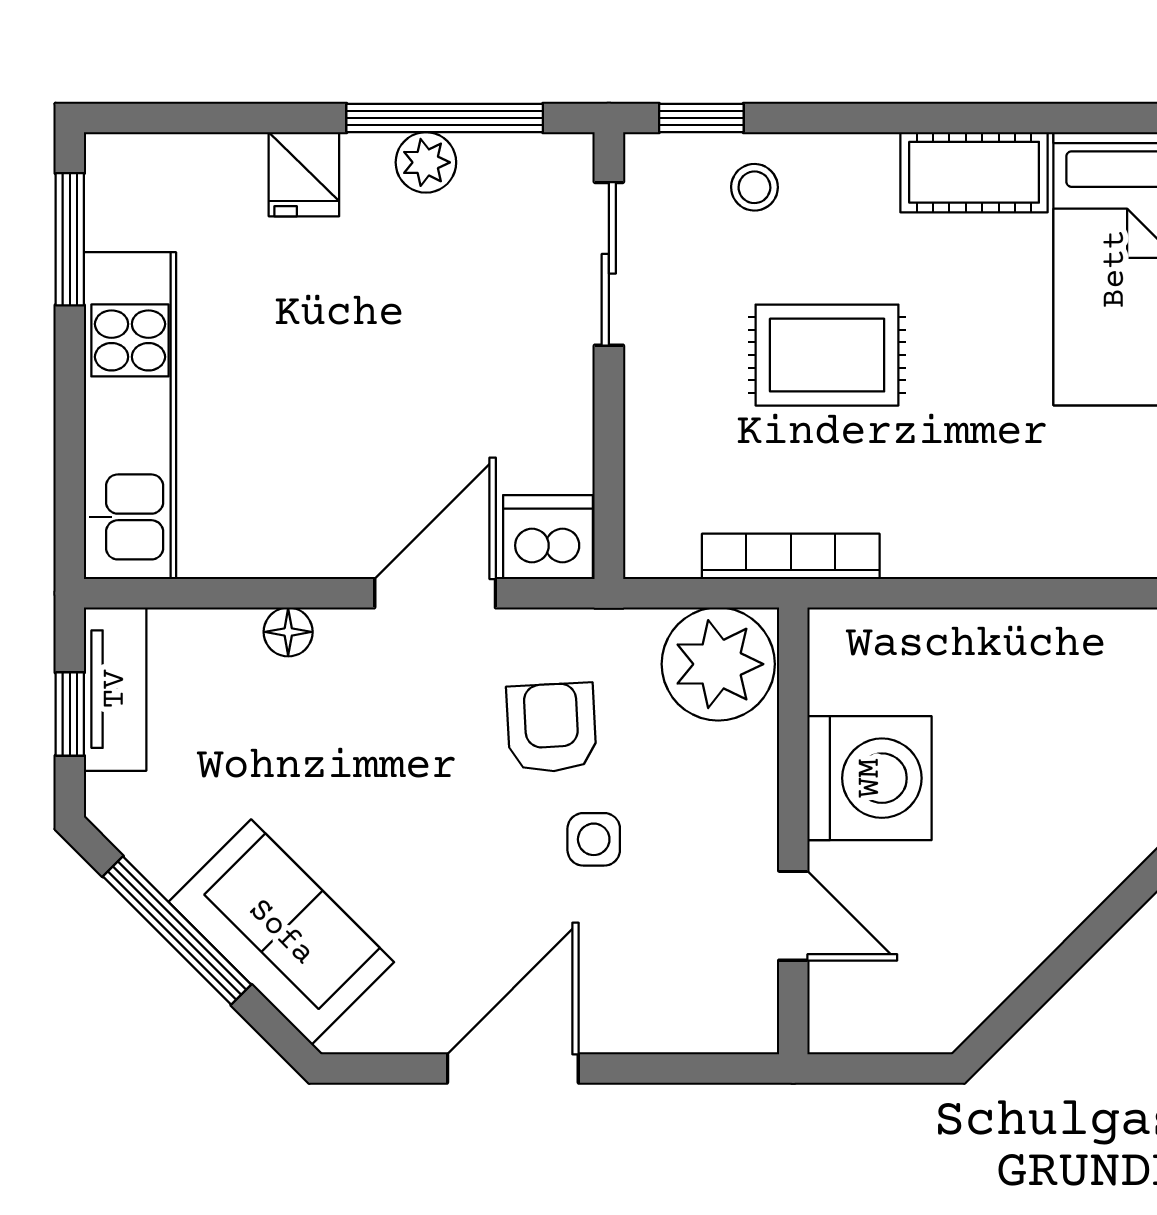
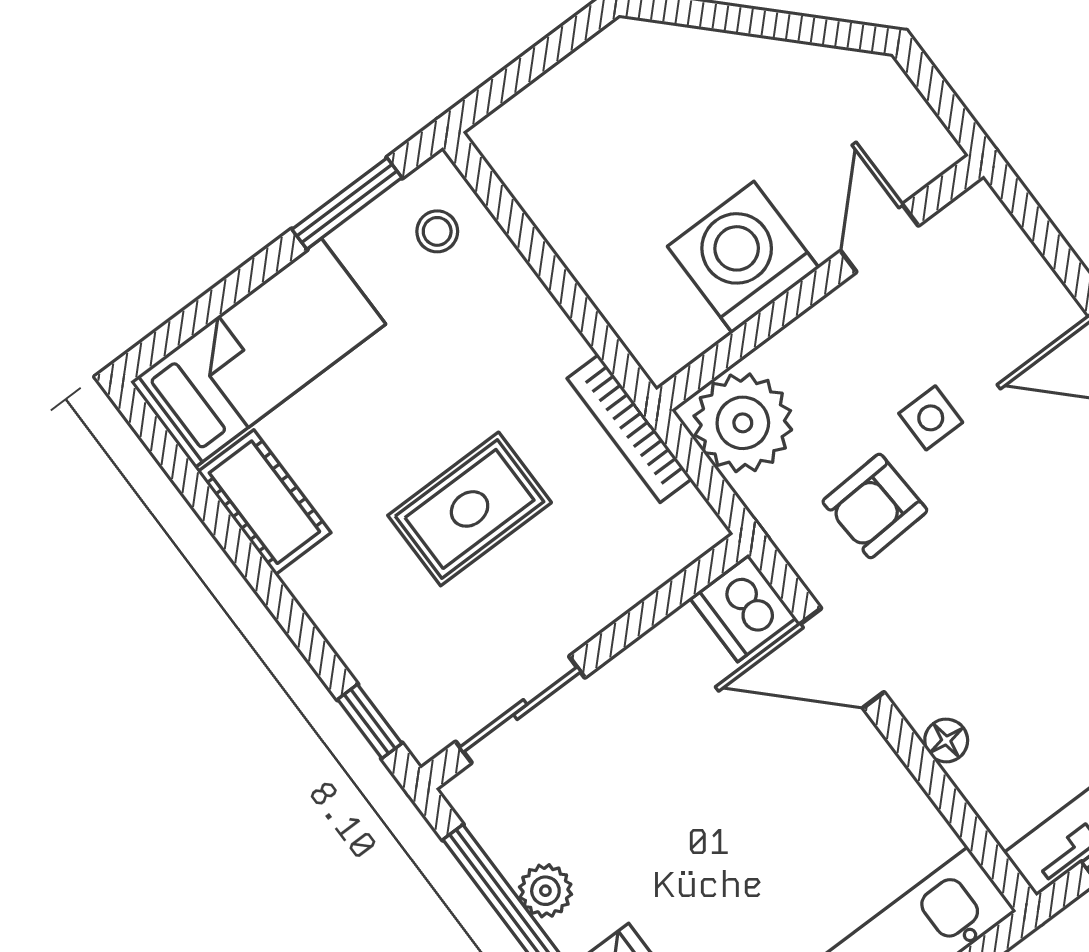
stool: (754, 187) -> (437, 231), moved
rug: (827, 355) -> (470, 509), turned 90

